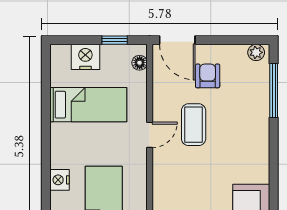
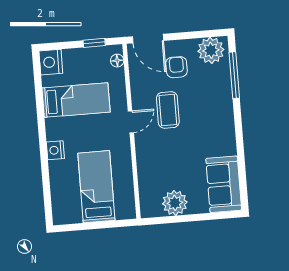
plant: (256, 52) -> (211, 50), width x1.88, depth x1.88
nightstand: (85, 57) -> (51, 62), moved, turned -90
nightstand: (60, 180) -> (55, 150), moved

